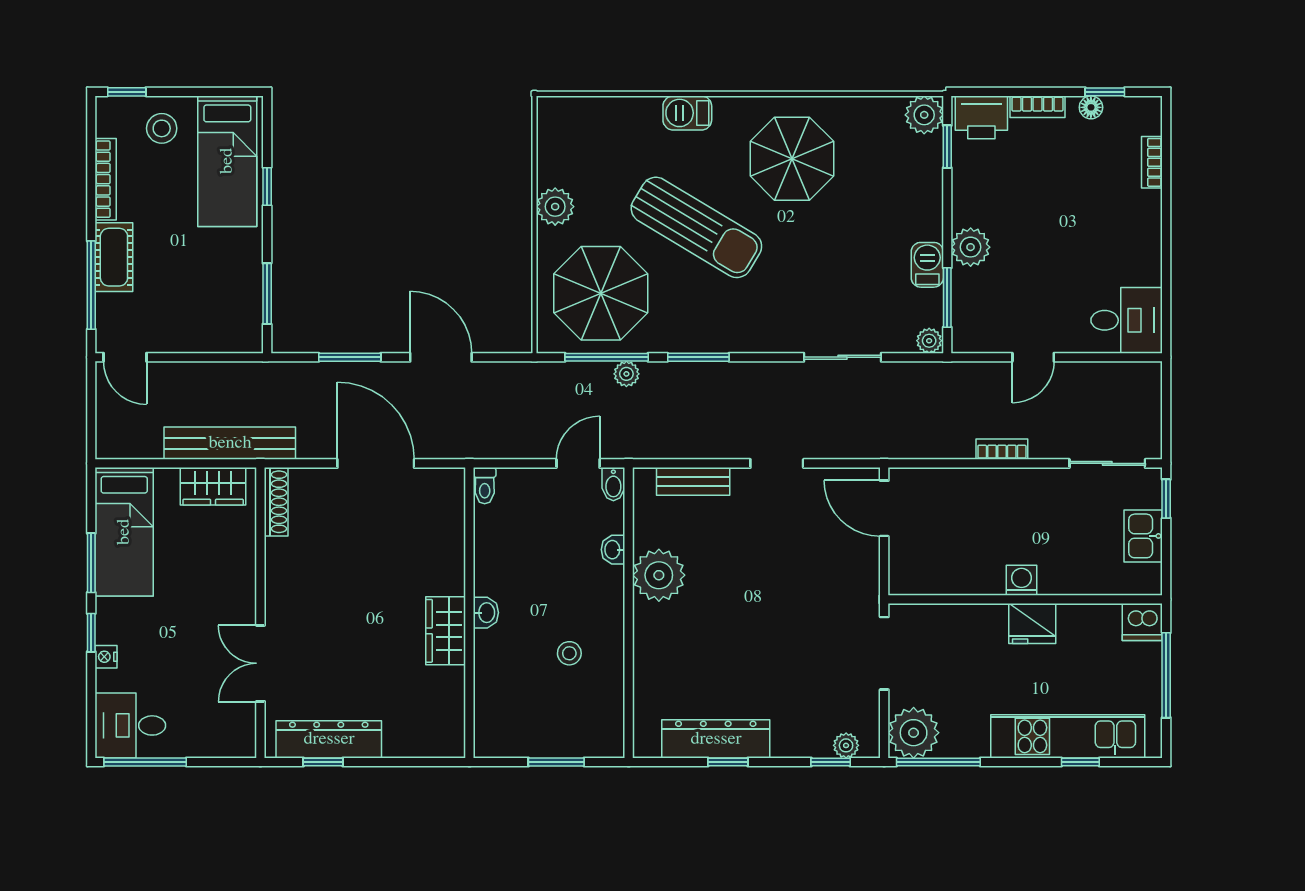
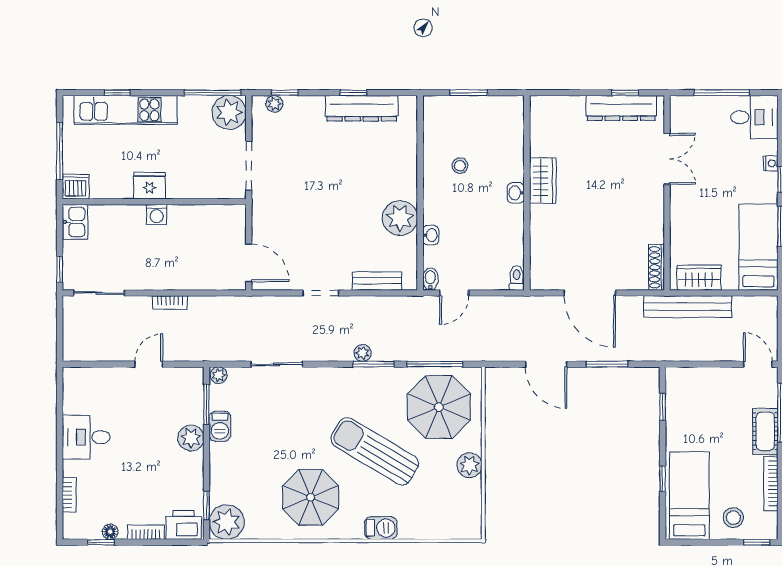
plant: (924, 115) -> (227, 522), width x1.36, depth x1.36
window: (267, 294) -> (663, 407), width x0.67
desk: (1127, 320) -> (86, 437), moved
plant: (626, 374) -> (363, 353), moved
kitchen sink: (1143, 536) -> (75, 222), moved
window: (145, 762) -> (722, 93), moved

